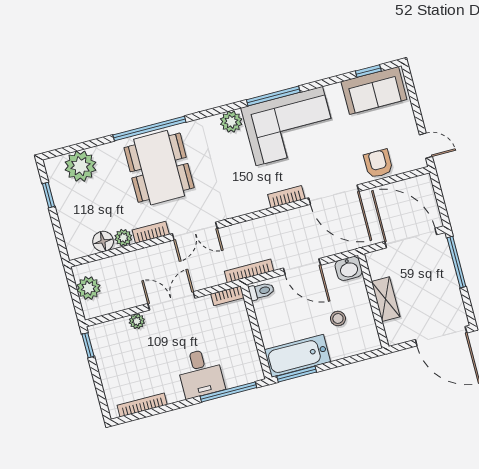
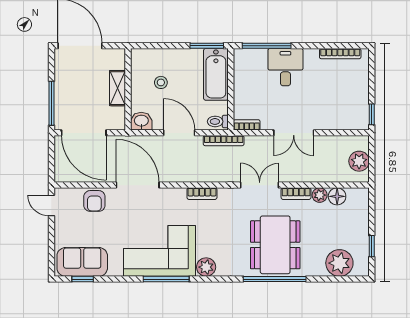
bookcase: (286, 197) -> (202, 194), moved
plant: (137, 321) -> (327, 124), removed
bathtub: (297, 356) -> (216, 74), moved, turned 90

